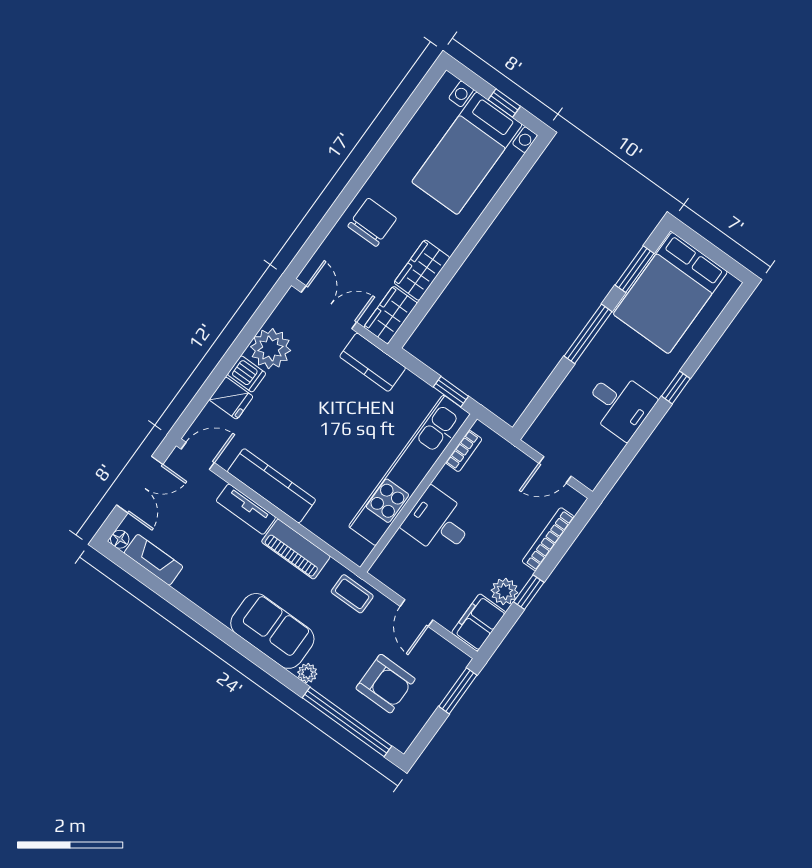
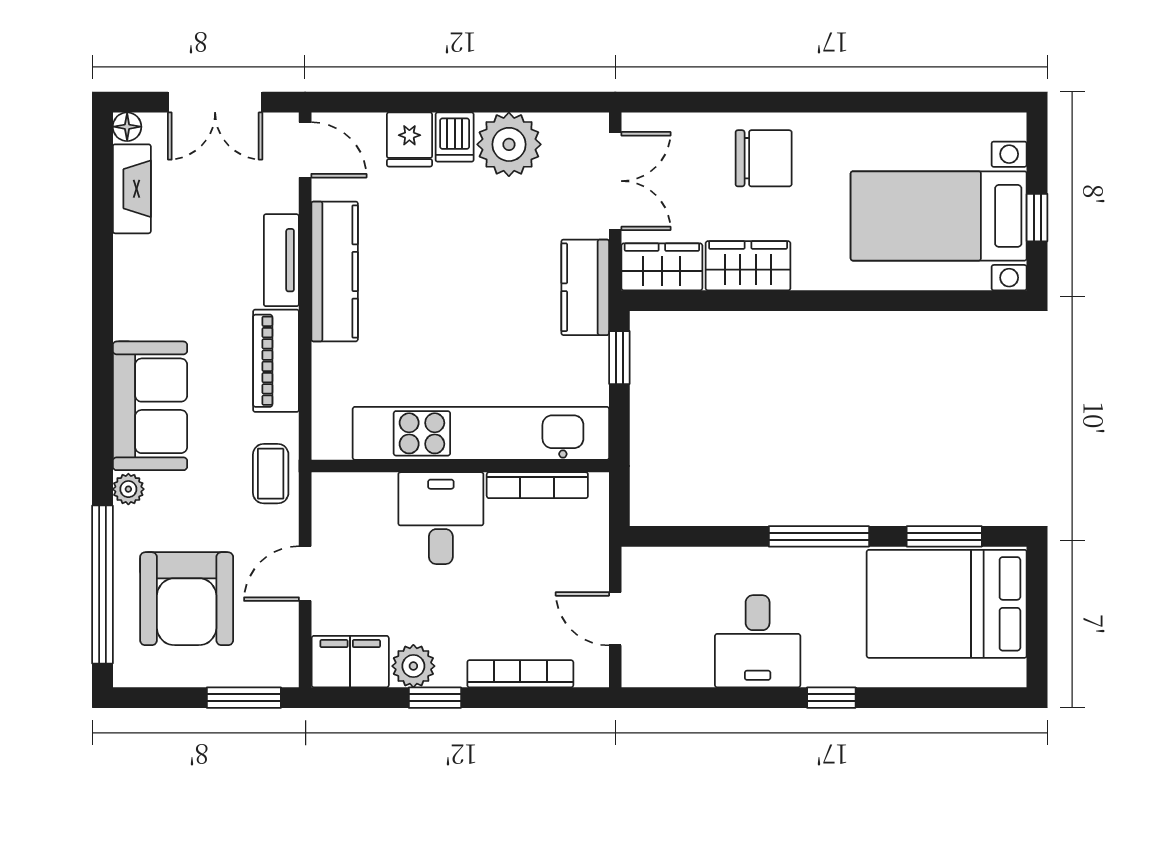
window: (451, 392) -> (619, 358), moved
bookcase: (464, 451) -> (537, 485), width x1.56
armchair: (386, 684) -> (187, 599), width x1.36, depth x1.36

